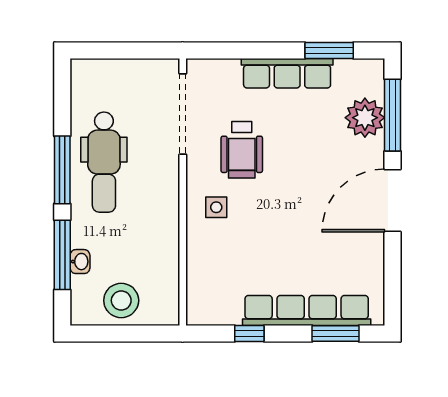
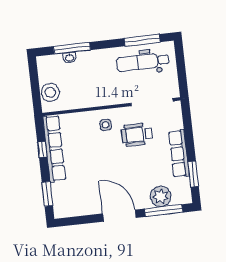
dental chair: (104, 162) -> (143, 62), moved
window: (62, 170) -> (142, 40), moved
stool: (121, 300) -> (50, 92), moved
row of seats: (307, 310) -> (54, 148), moved

